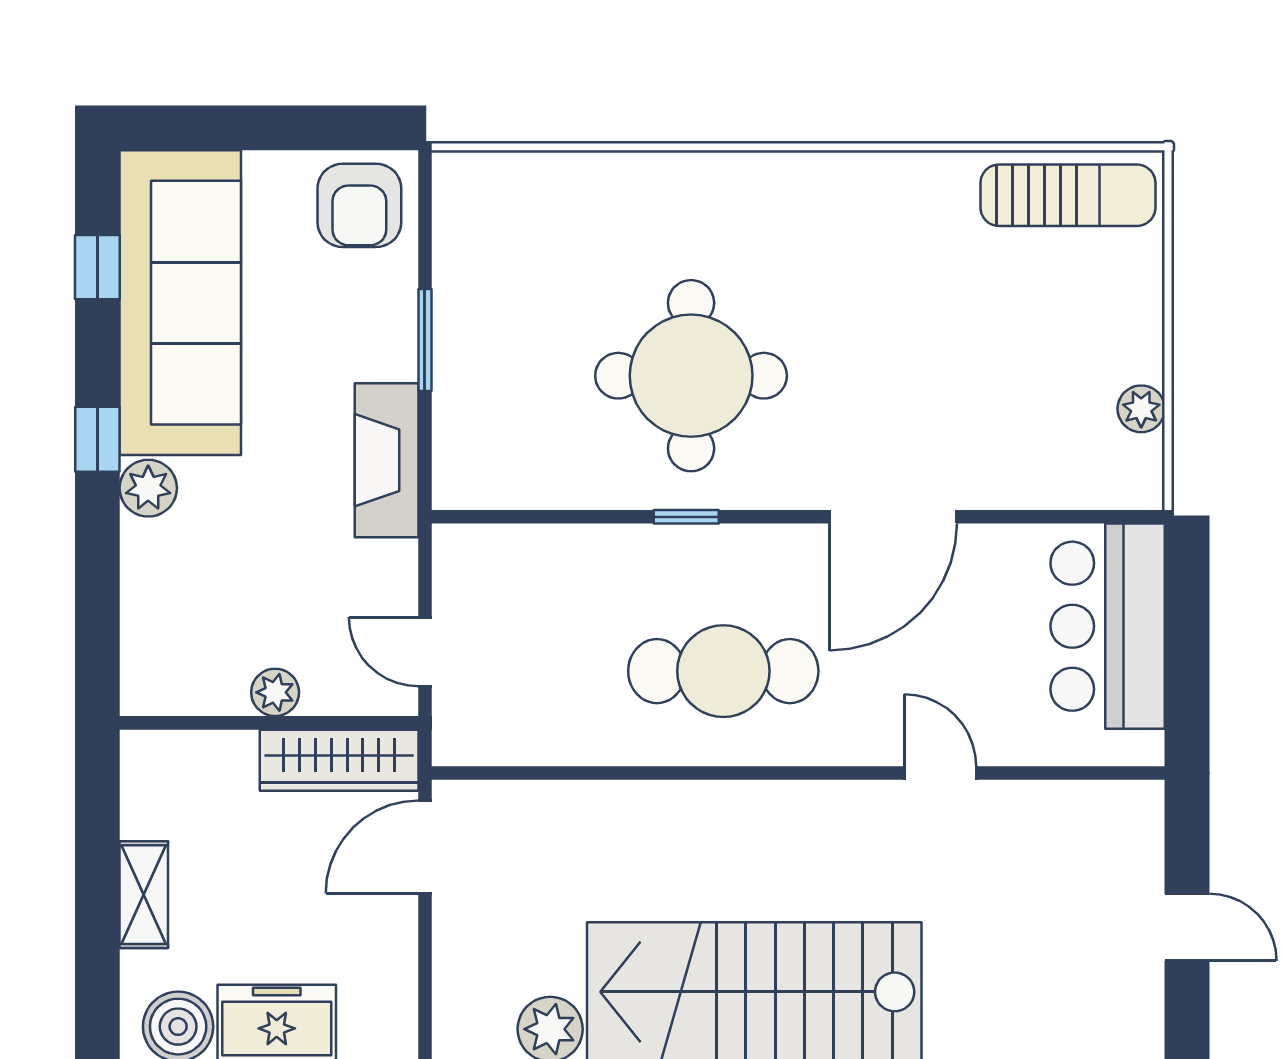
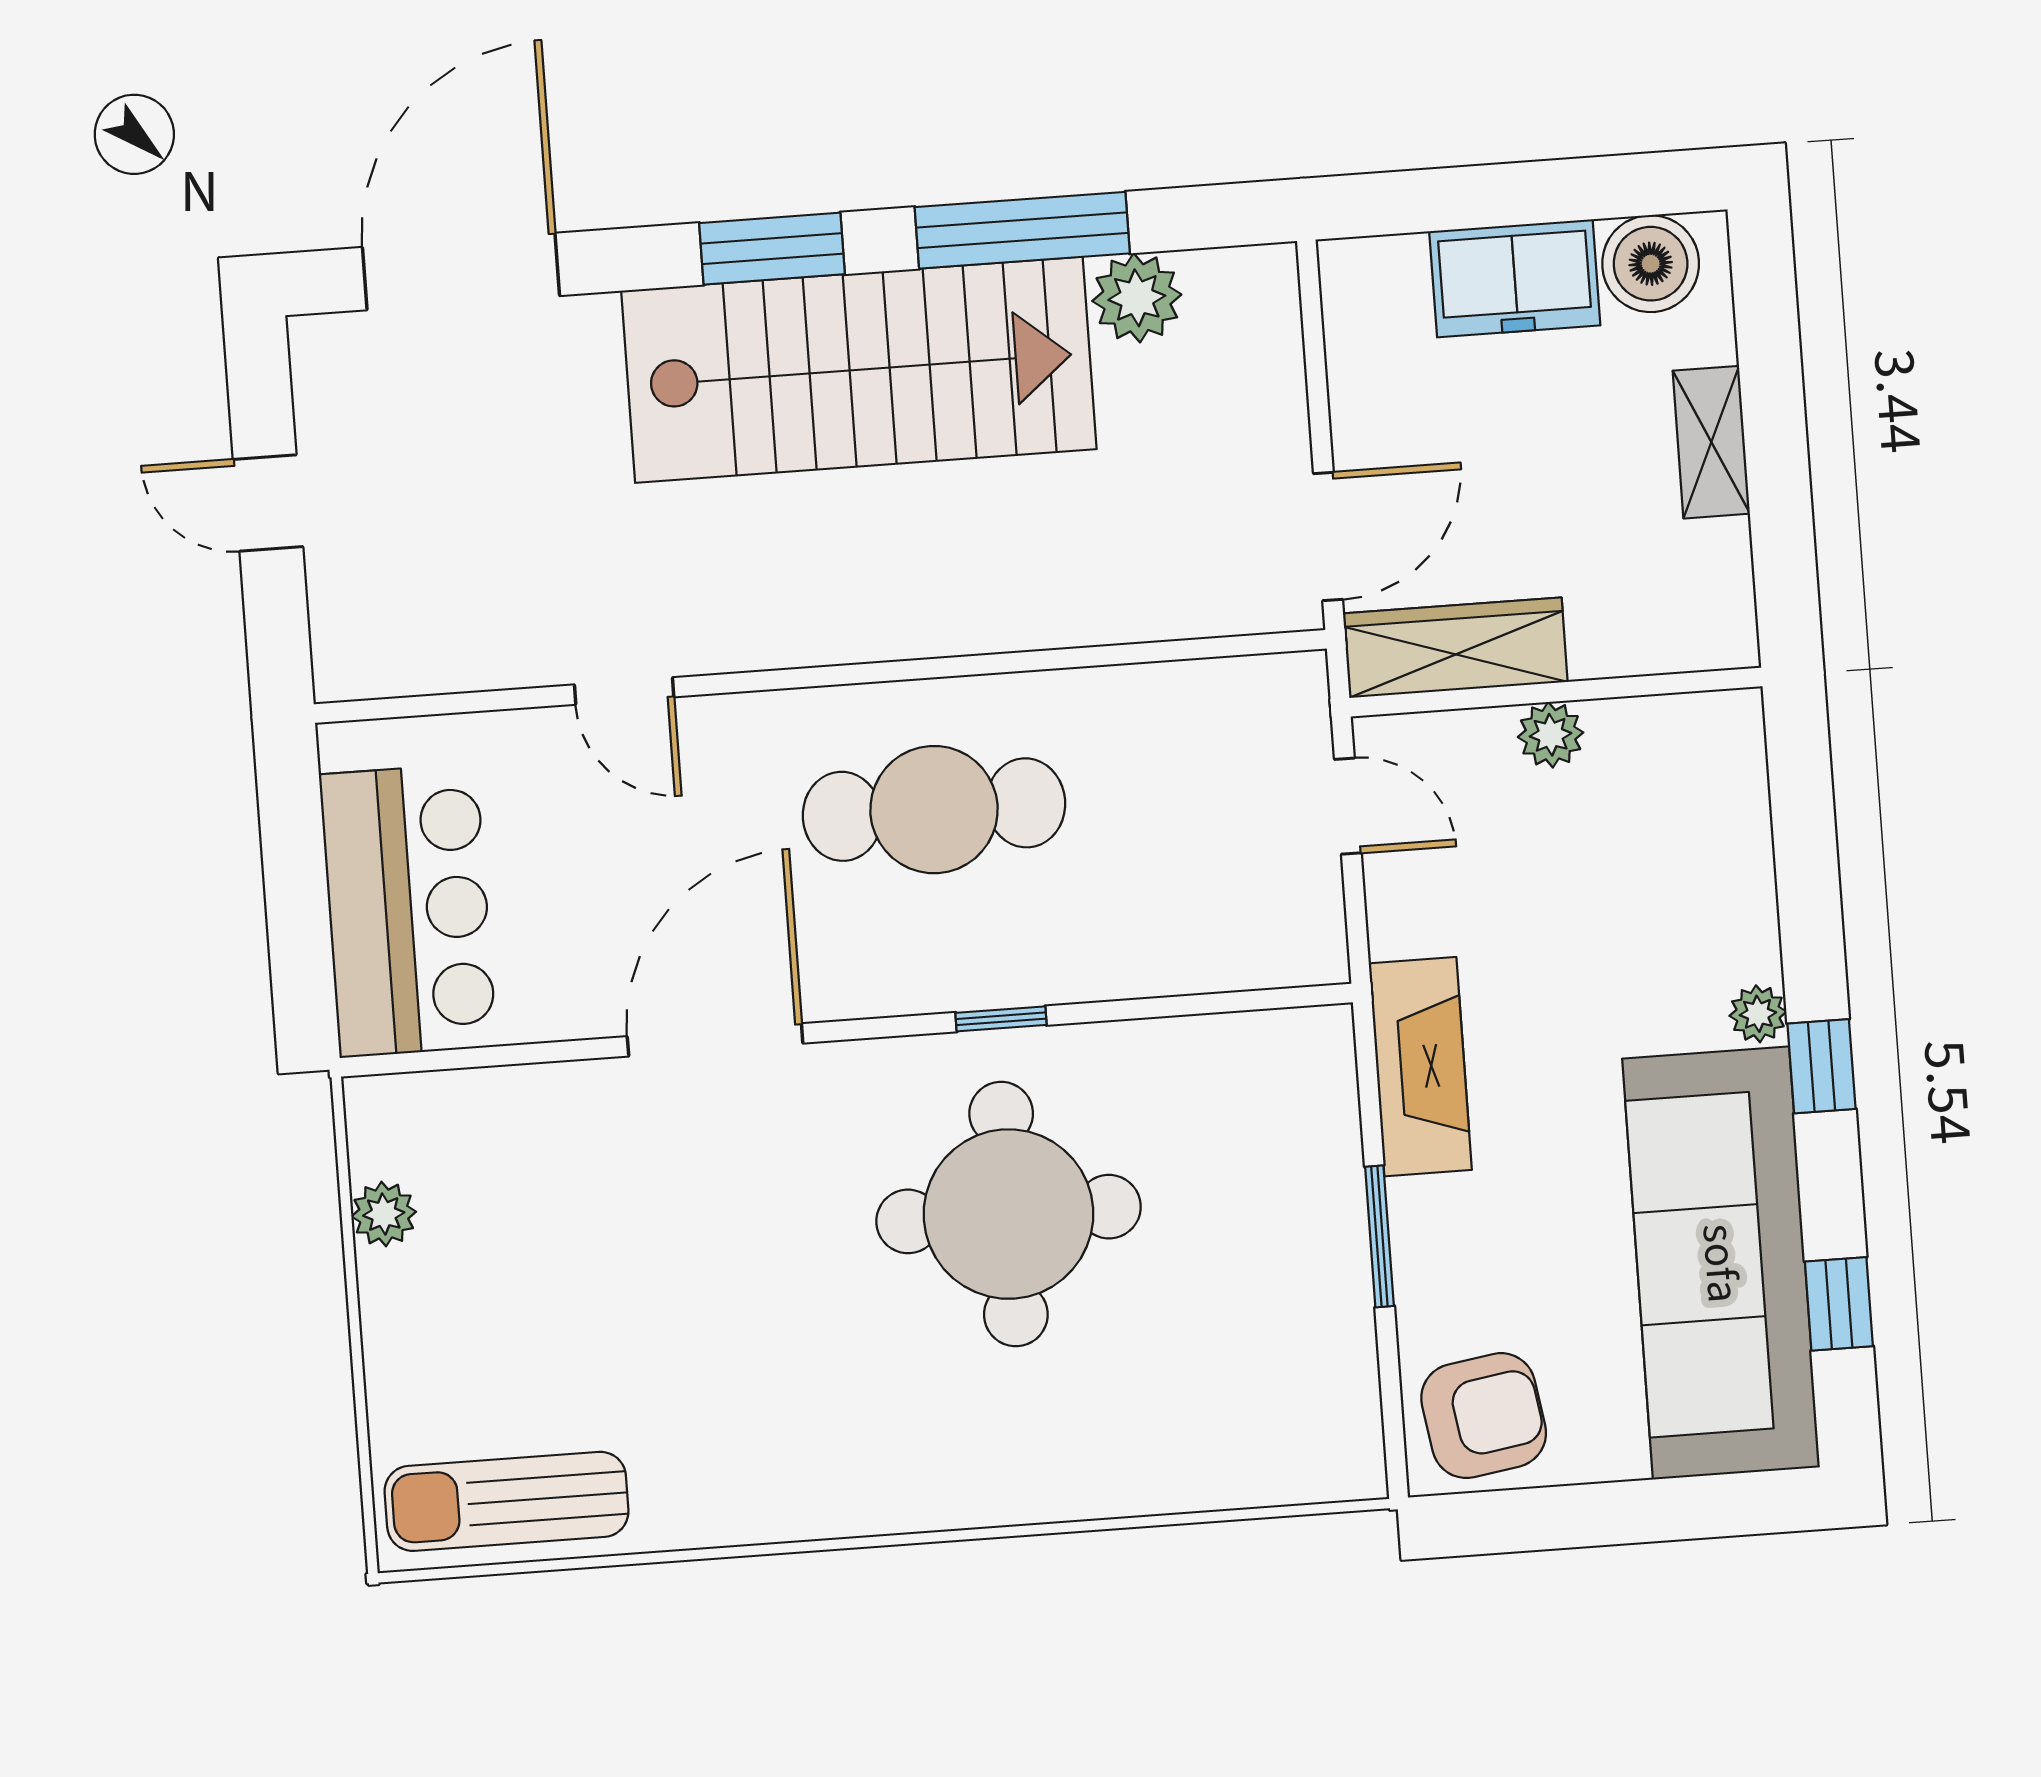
armchair: (359, 205) -> (1484, 1416), turned 81
plant: (148, 488) -> (1758, 1014), width x0.73, depth x0.73

